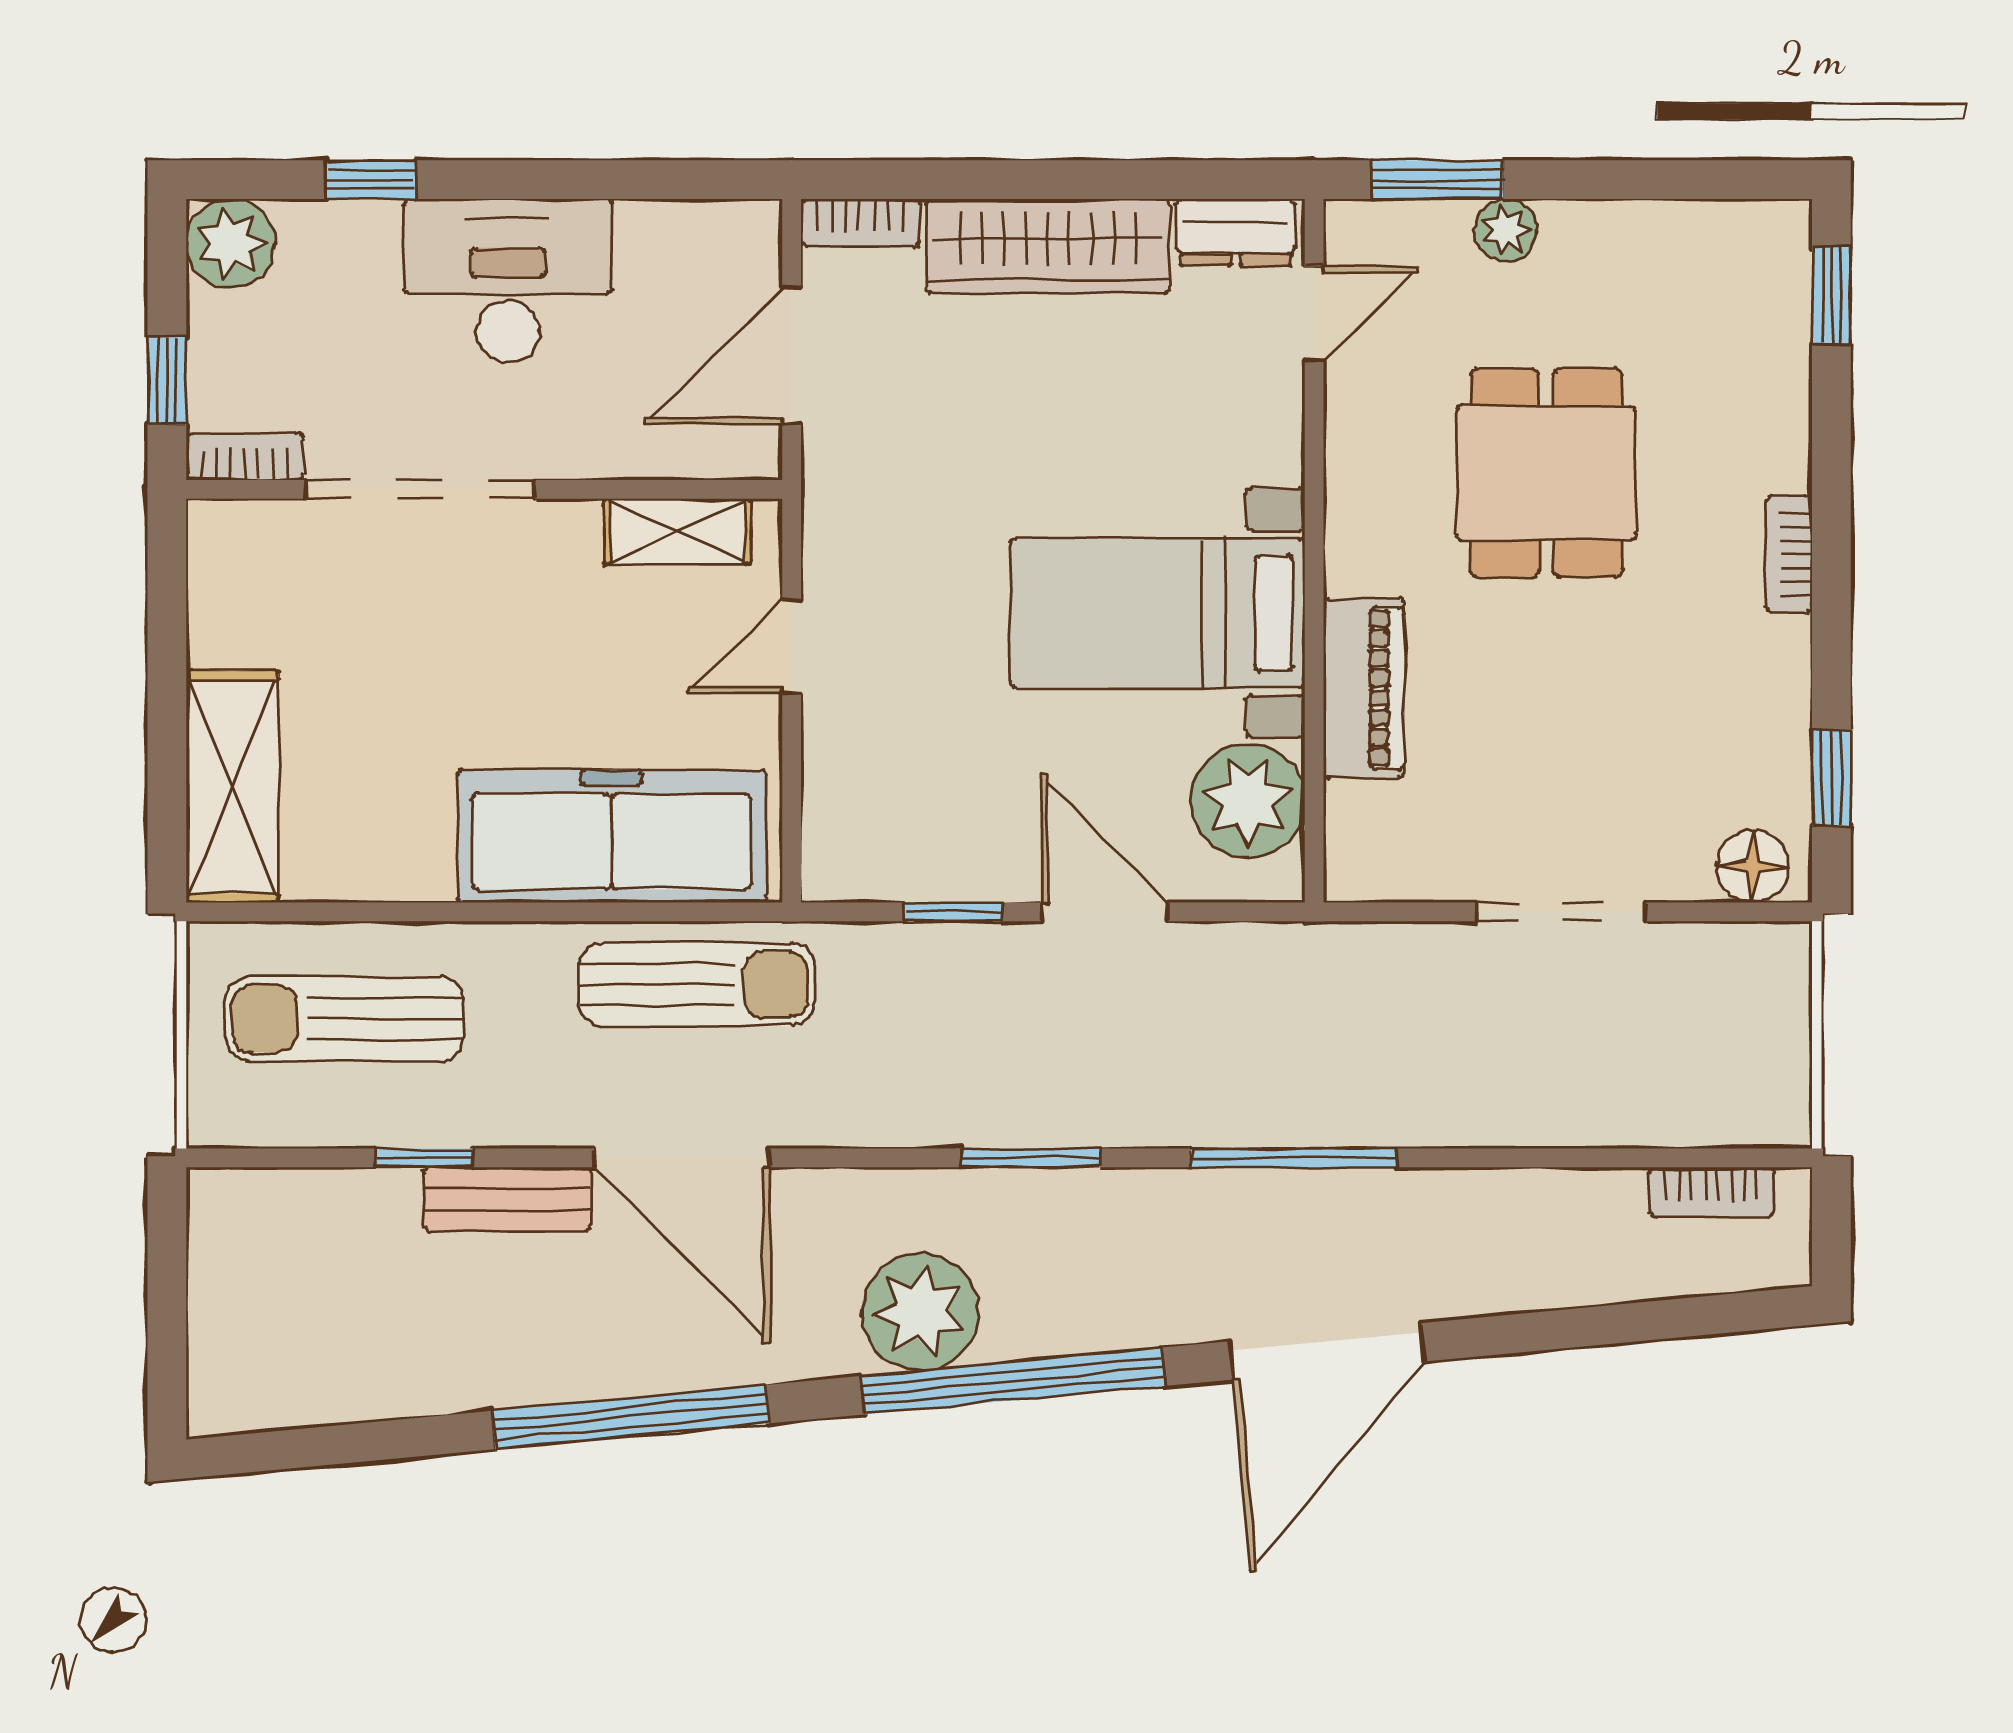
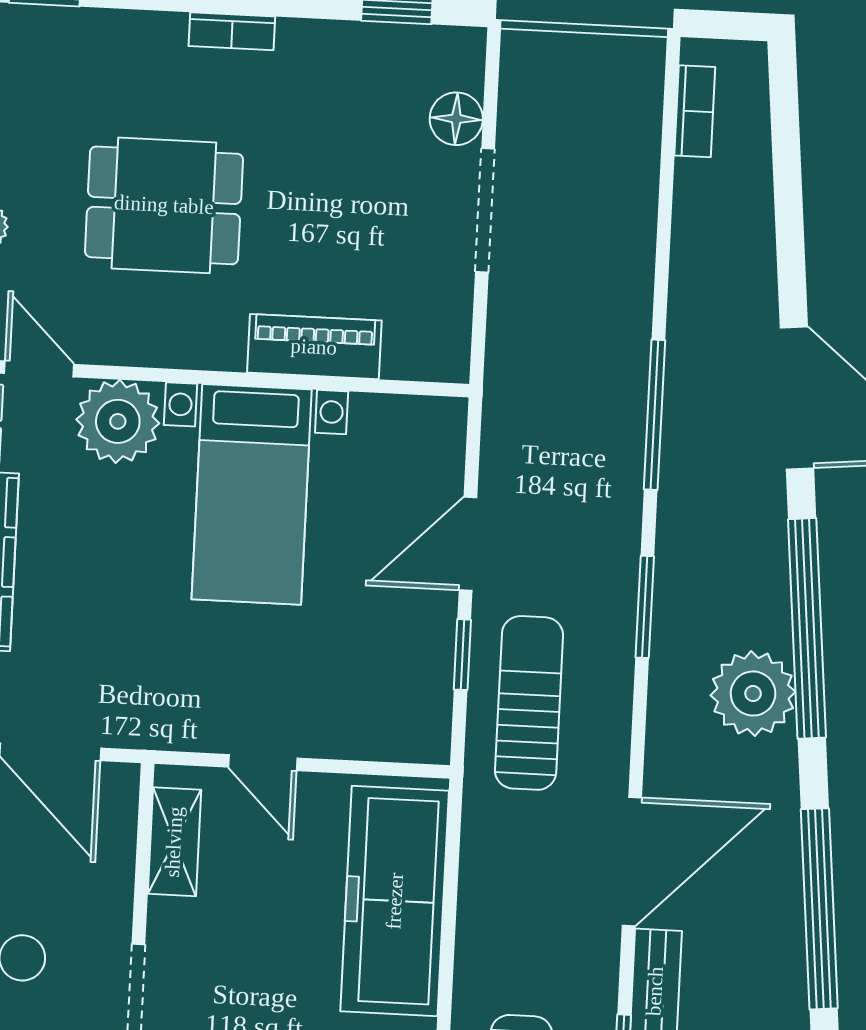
plant: (1248, 801) -> (118, 421), moved
floor lamp: (1753, 866) -> (456, 119), moved
sun lounger: (697, 985) -> (529, 703), moved

